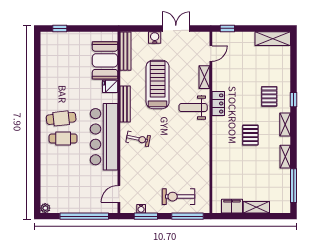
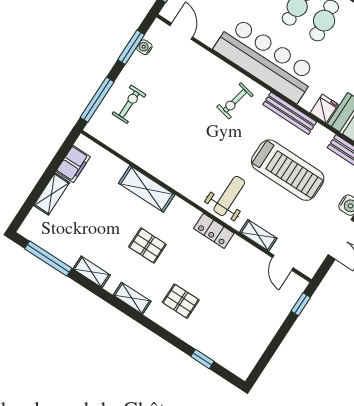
shelving: (273, 39) -> (147, 189), moved, turned 90
window: (294, 100) -> (202, 359), moved
exercise bike: (178, 197) -> (129, 104), width x0.73, depth x0.72

